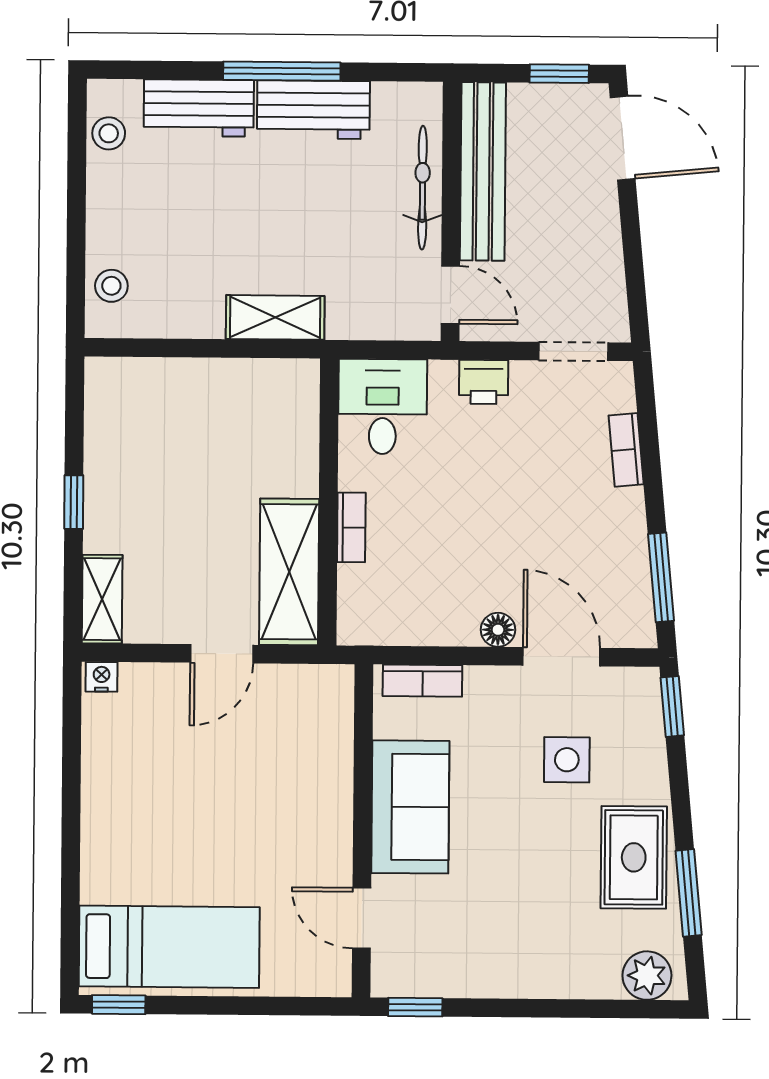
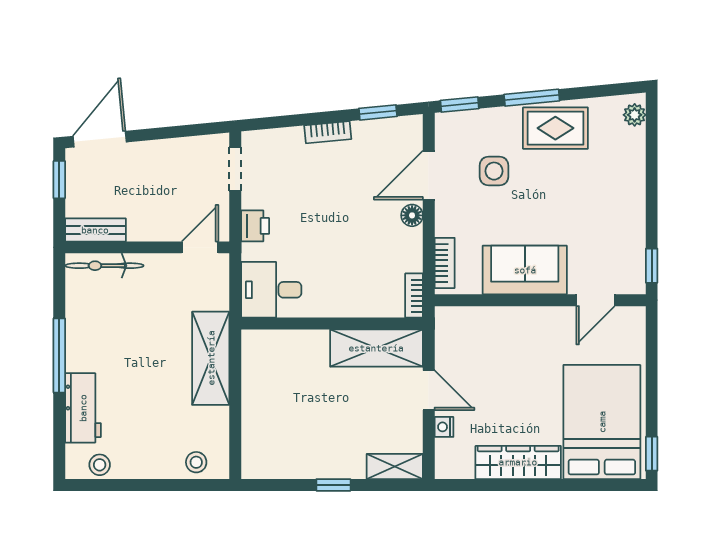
workbench: (313, 110) -> (83, 335), removed
bench: (483, 171) -> (95, 230), width x0.54, depth x0.82
bicycle: (422, 188) -> (104, 266), moved
shelving: (275, 317) -> (211, 358), width x1.50, depth x1.33
bookcase: (626, 450) -> (328, 132), moved
bookcase: (351, 527) -> (414, 296), moved, turned -90
window: (661, 577) -> (378, 112), width x0.67
nightstand: (102, 677) -> (444, 427), moved
wardrobe: (107, 794) -> (518, 462), added
window: (689, 893) -> (532, 98), moved
bed: (169, 947) -> (602, 422), width x1.50
plant: (647, 976) -> (635, 115), width x0.73, depth x0.73

